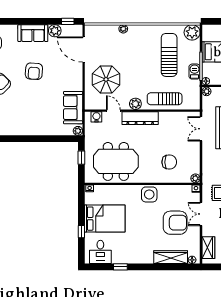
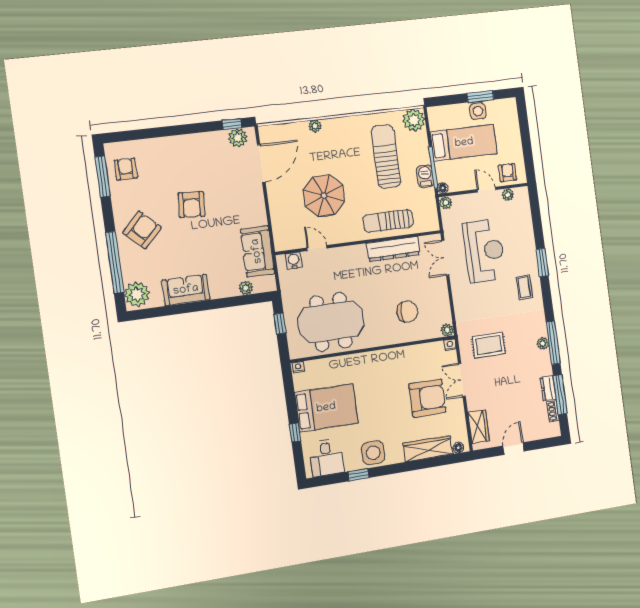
plant: (55, 31) -> (238, 138), moved
sofa: (33, 33) -> (186, 290), moved, turned 180
door: (84, 50) -> (261, 163), swing flipped
parasol: (106, 79) -> (324, 196), moved
plant: (135, 104) -> (348, 234), removed
dresser: (140, 118) -> (393, 249), moved
plant: (78, 131) -> (246, 288), moved
side table: (149, 194) -> (373, 453), moved

